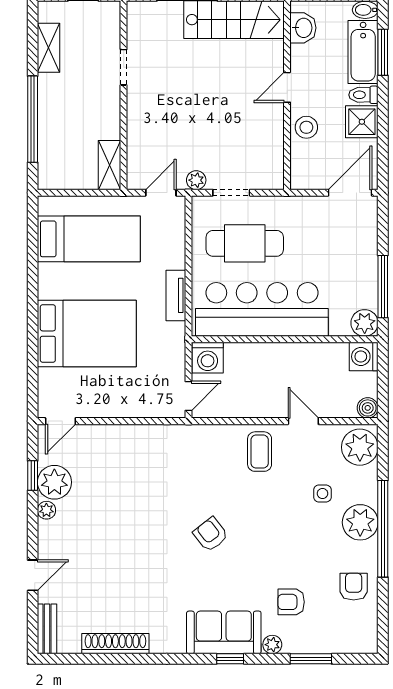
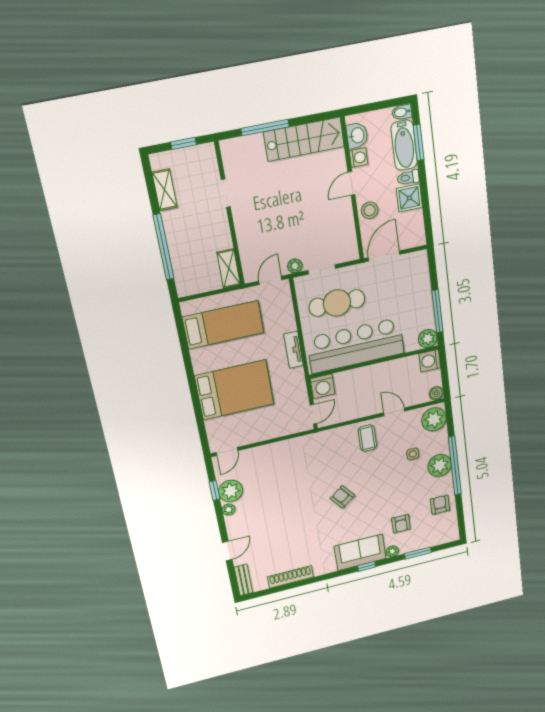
washing machine: (301, 56) -> (359, 158), added
door: (350, 193) -> (384, 256), moved
armchair: (291, 602) -> (401, 524), turned -90

